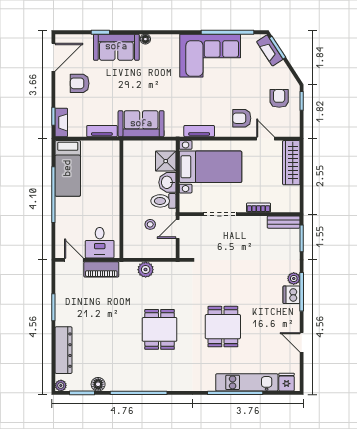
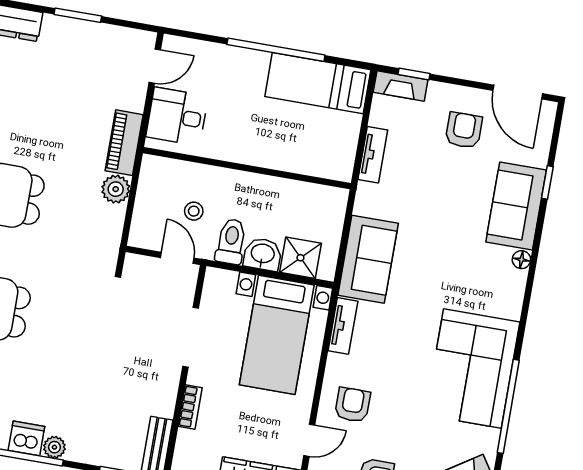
sofa: (141, 124) -> (368, 259), moved
piano: (101, 269) -> (124, 143), moved

